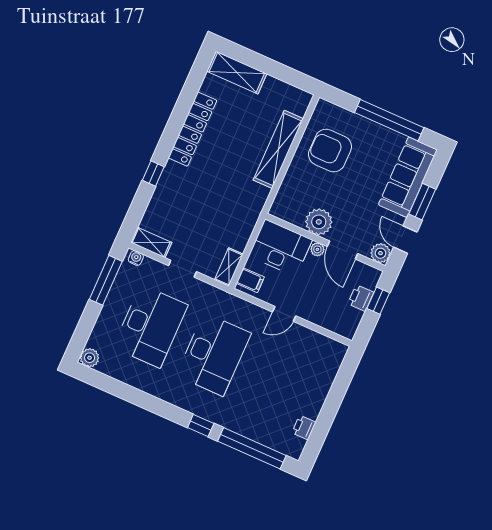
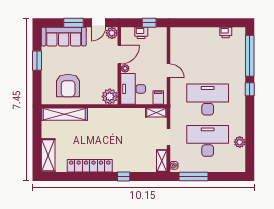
window: (389, 120) -> (37, 61), width x0.47
shelving: (278, 149) -> (64, 114), moved
plant: (319, 222) -> (110, 96), moved
window: (378, 301) -> (149, 23), moved
plant: (90, 358) -> (240, 142), moved

